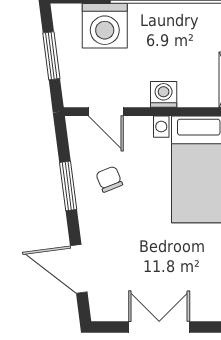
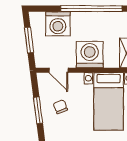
washing machine: (164, 94) -> (90, 55), width x1.89, depth x1.89

